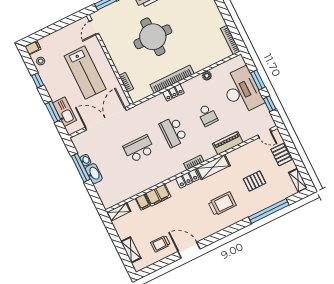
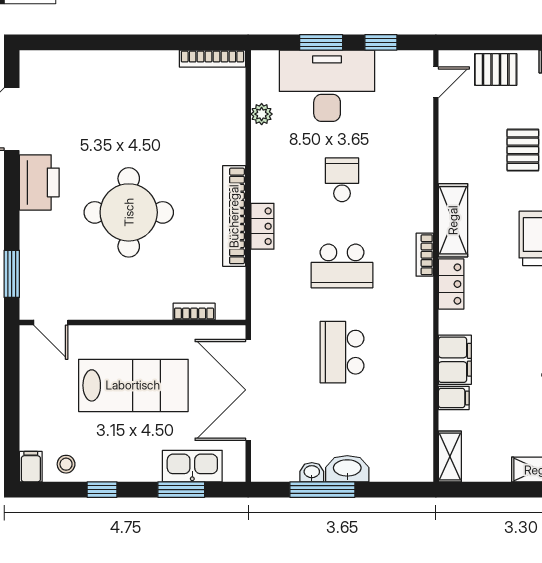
plant: (207, 76) -> (262, 114), moved
school desk: (207, 115) -> (342, 180), turned -90
piano: (228, 143) -> (419, 166), removed

